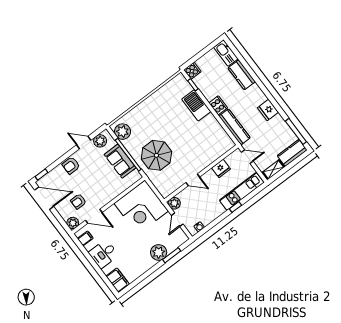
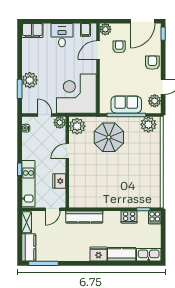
barbecue: (196, 105) -> (125, 199), removed
cooker: (218, 105) -> (129, 217), moved
fridge: (268, 110) -> (99, 254), moved
plant: (167, 187) -> (77, 126), added

